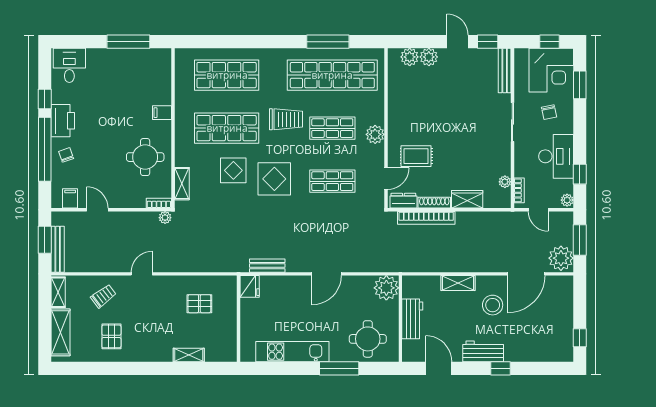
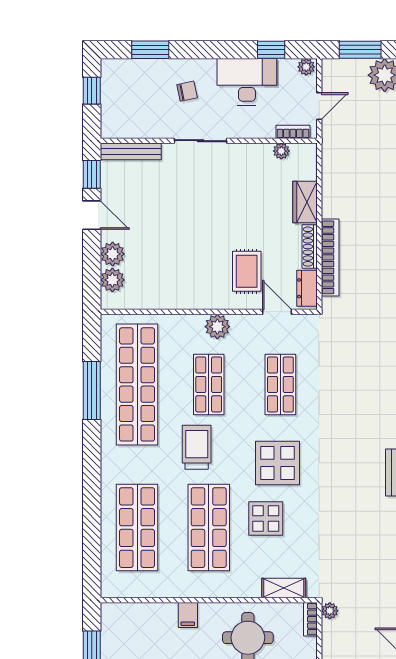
door: (457, 42) -> (92, 215), swing flipped
corner desk: (551, 70) -> (130, 88), removed

